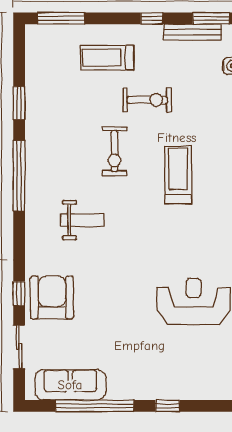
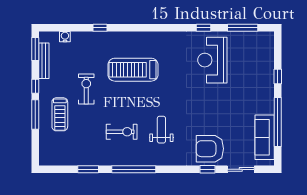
window: (61, 18) -> (35, 114), moved
exercise bike: (114, 151) -> (122, 132), moved
treadmill: (178, 175) -> (133, 70), width x1.37, depth x1.37

